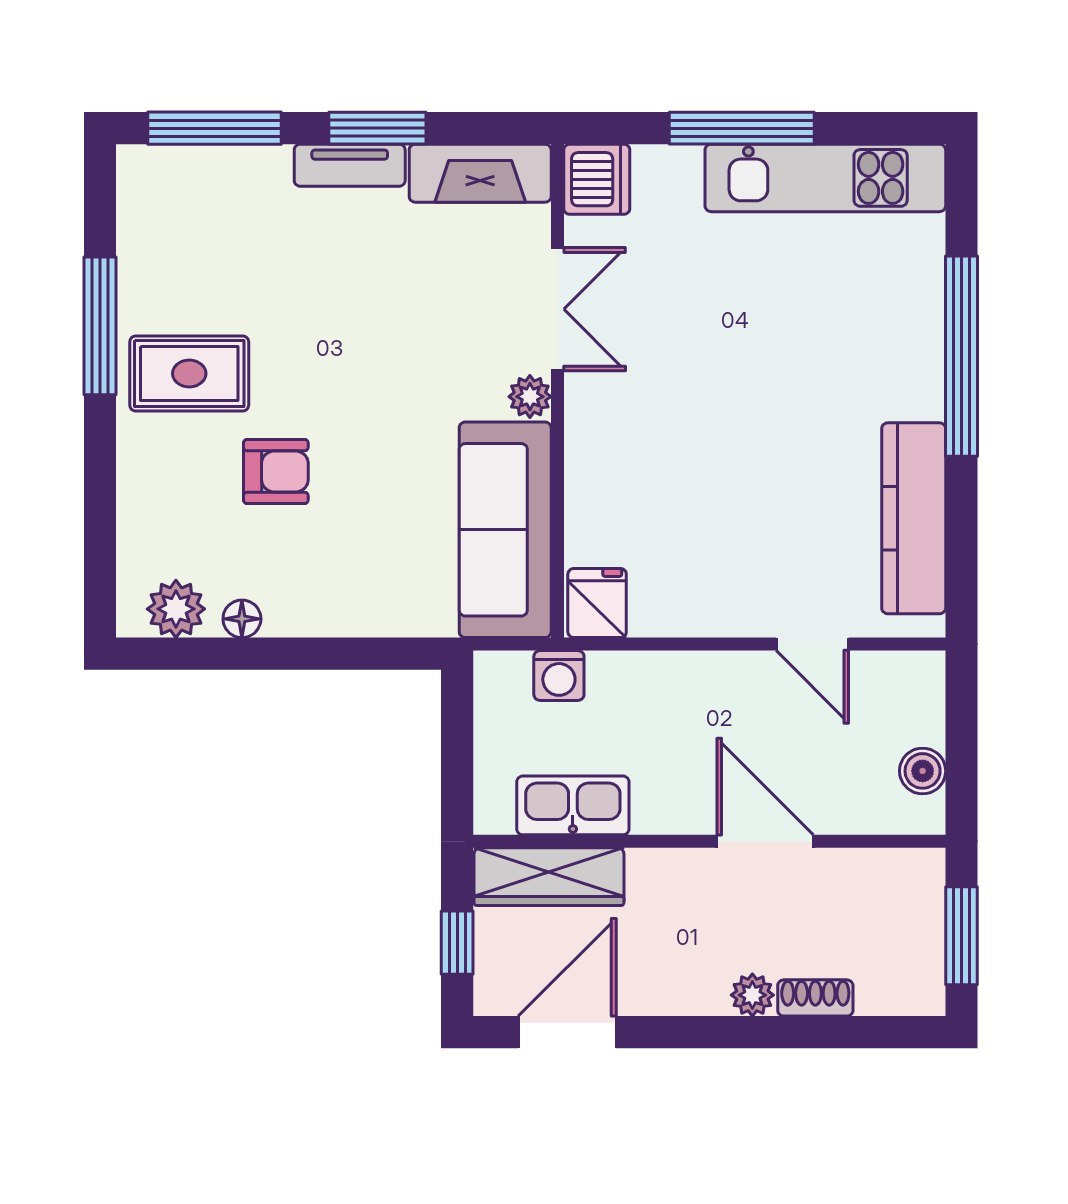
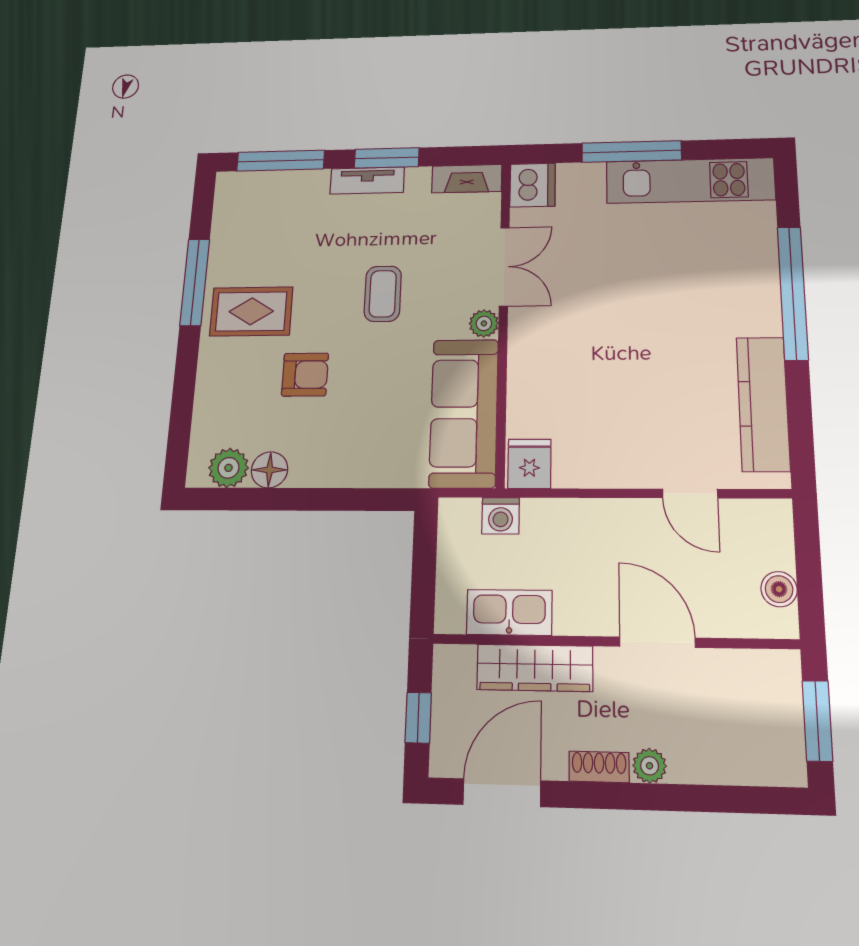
fireplace: (480, 173) -> (467, 179), width x0.73, depth x0.76
coffee table: (382, 349) -> (383, 294), added
floor lamp: (242, 619) -> (270, 470), width x1.37, depth x1.37
wardrobe: (549, 877) -> (535, 668), moved
shoe rack: (815, 998) -> (599, 767), moved

